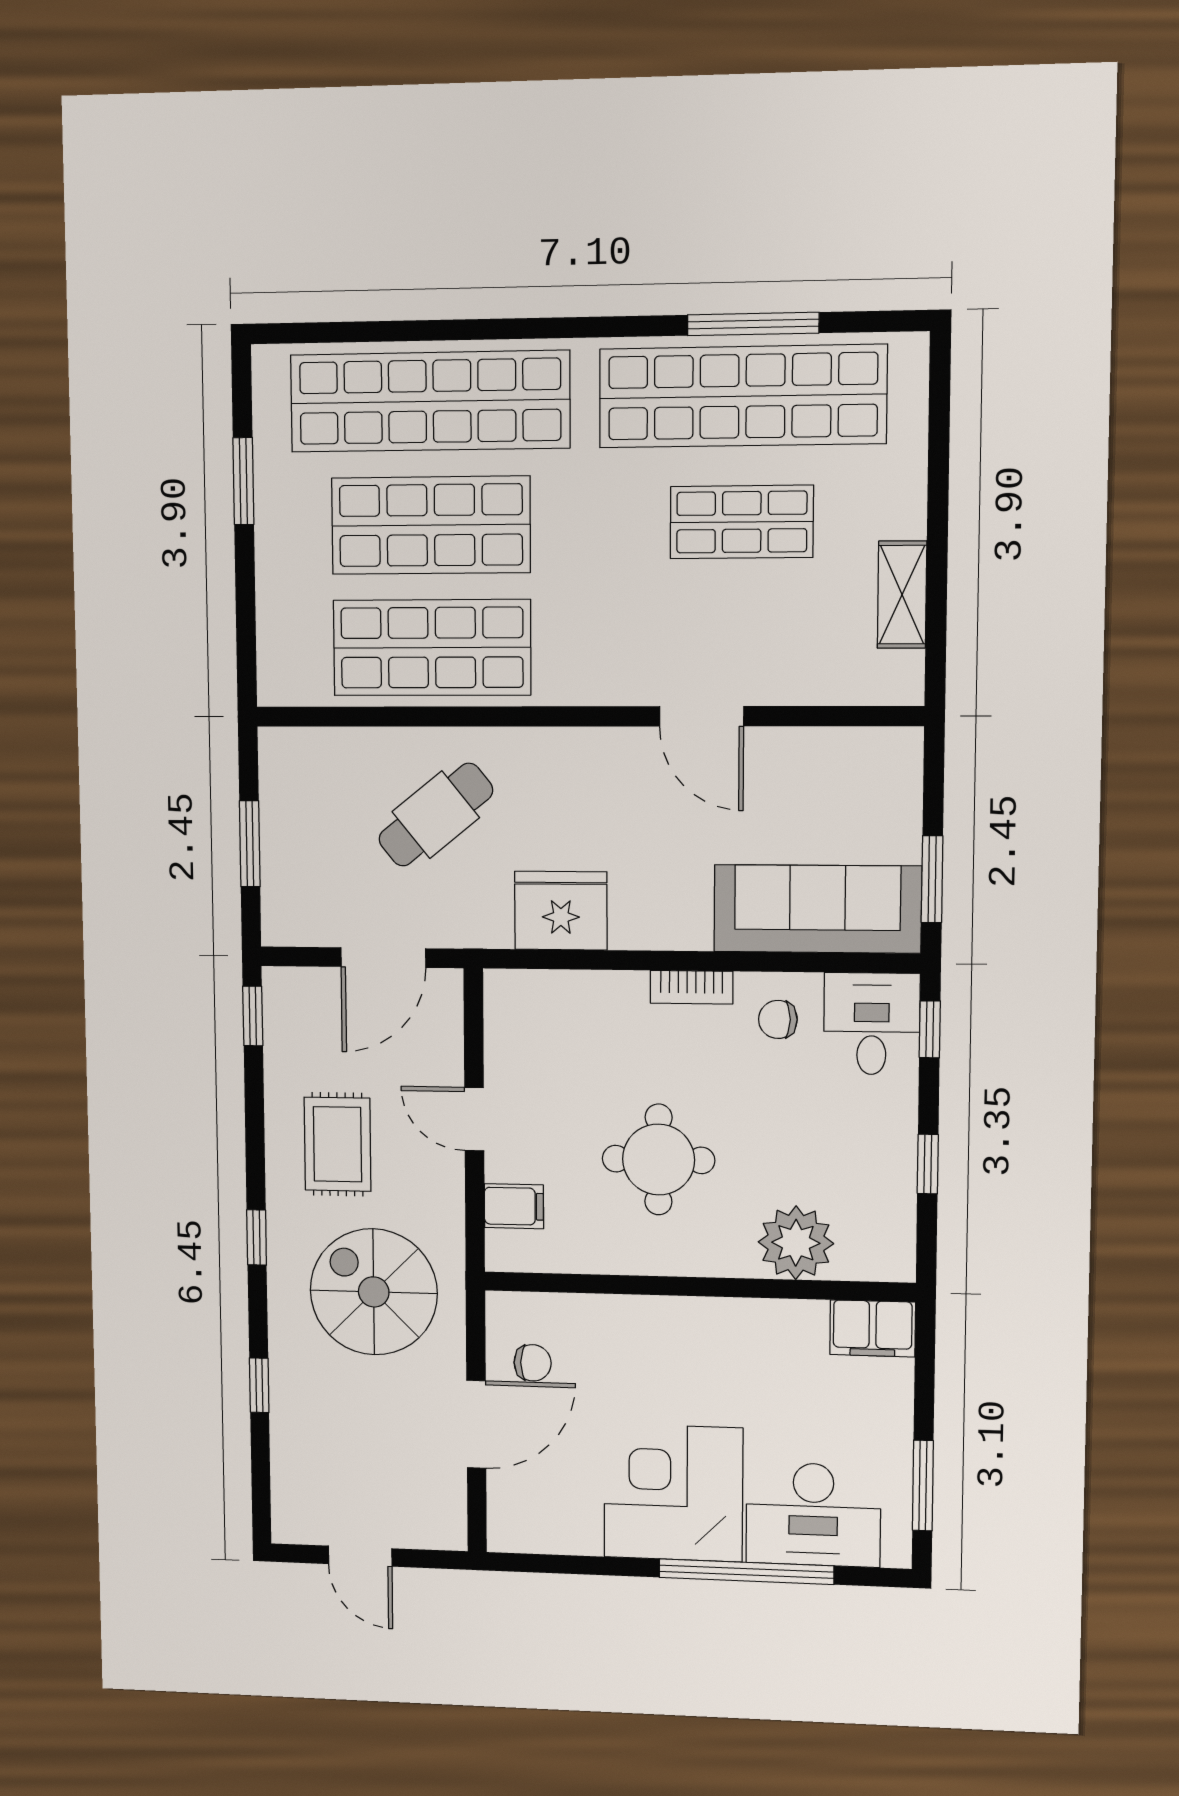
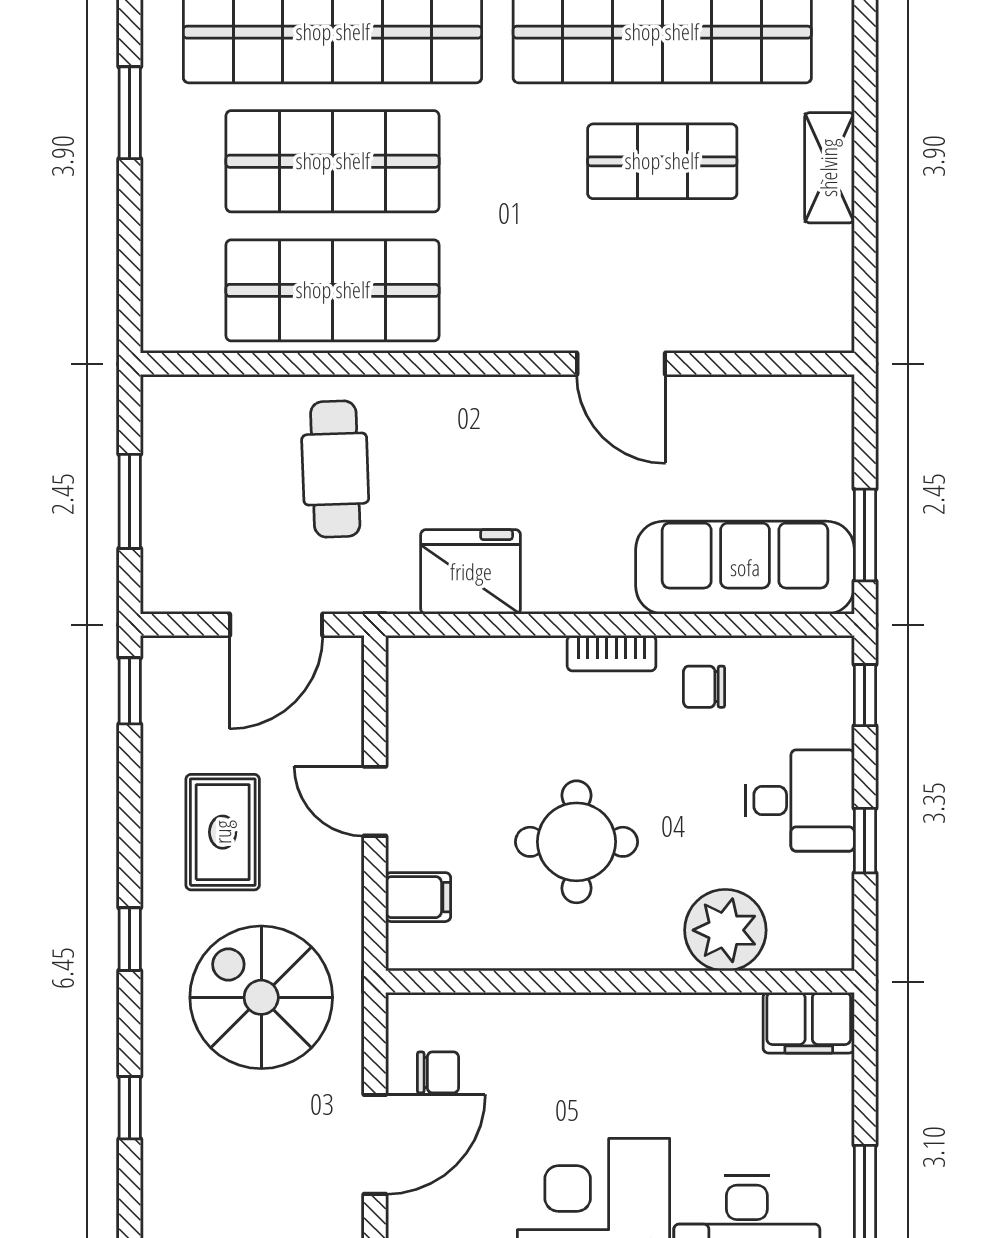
shelving: (902, 595) -> (829, 168), moved
cafe table: (436, 815) -> (335, 469), turned -53
desk: (872, 1024) -> (800, 801), moved, turned 90

